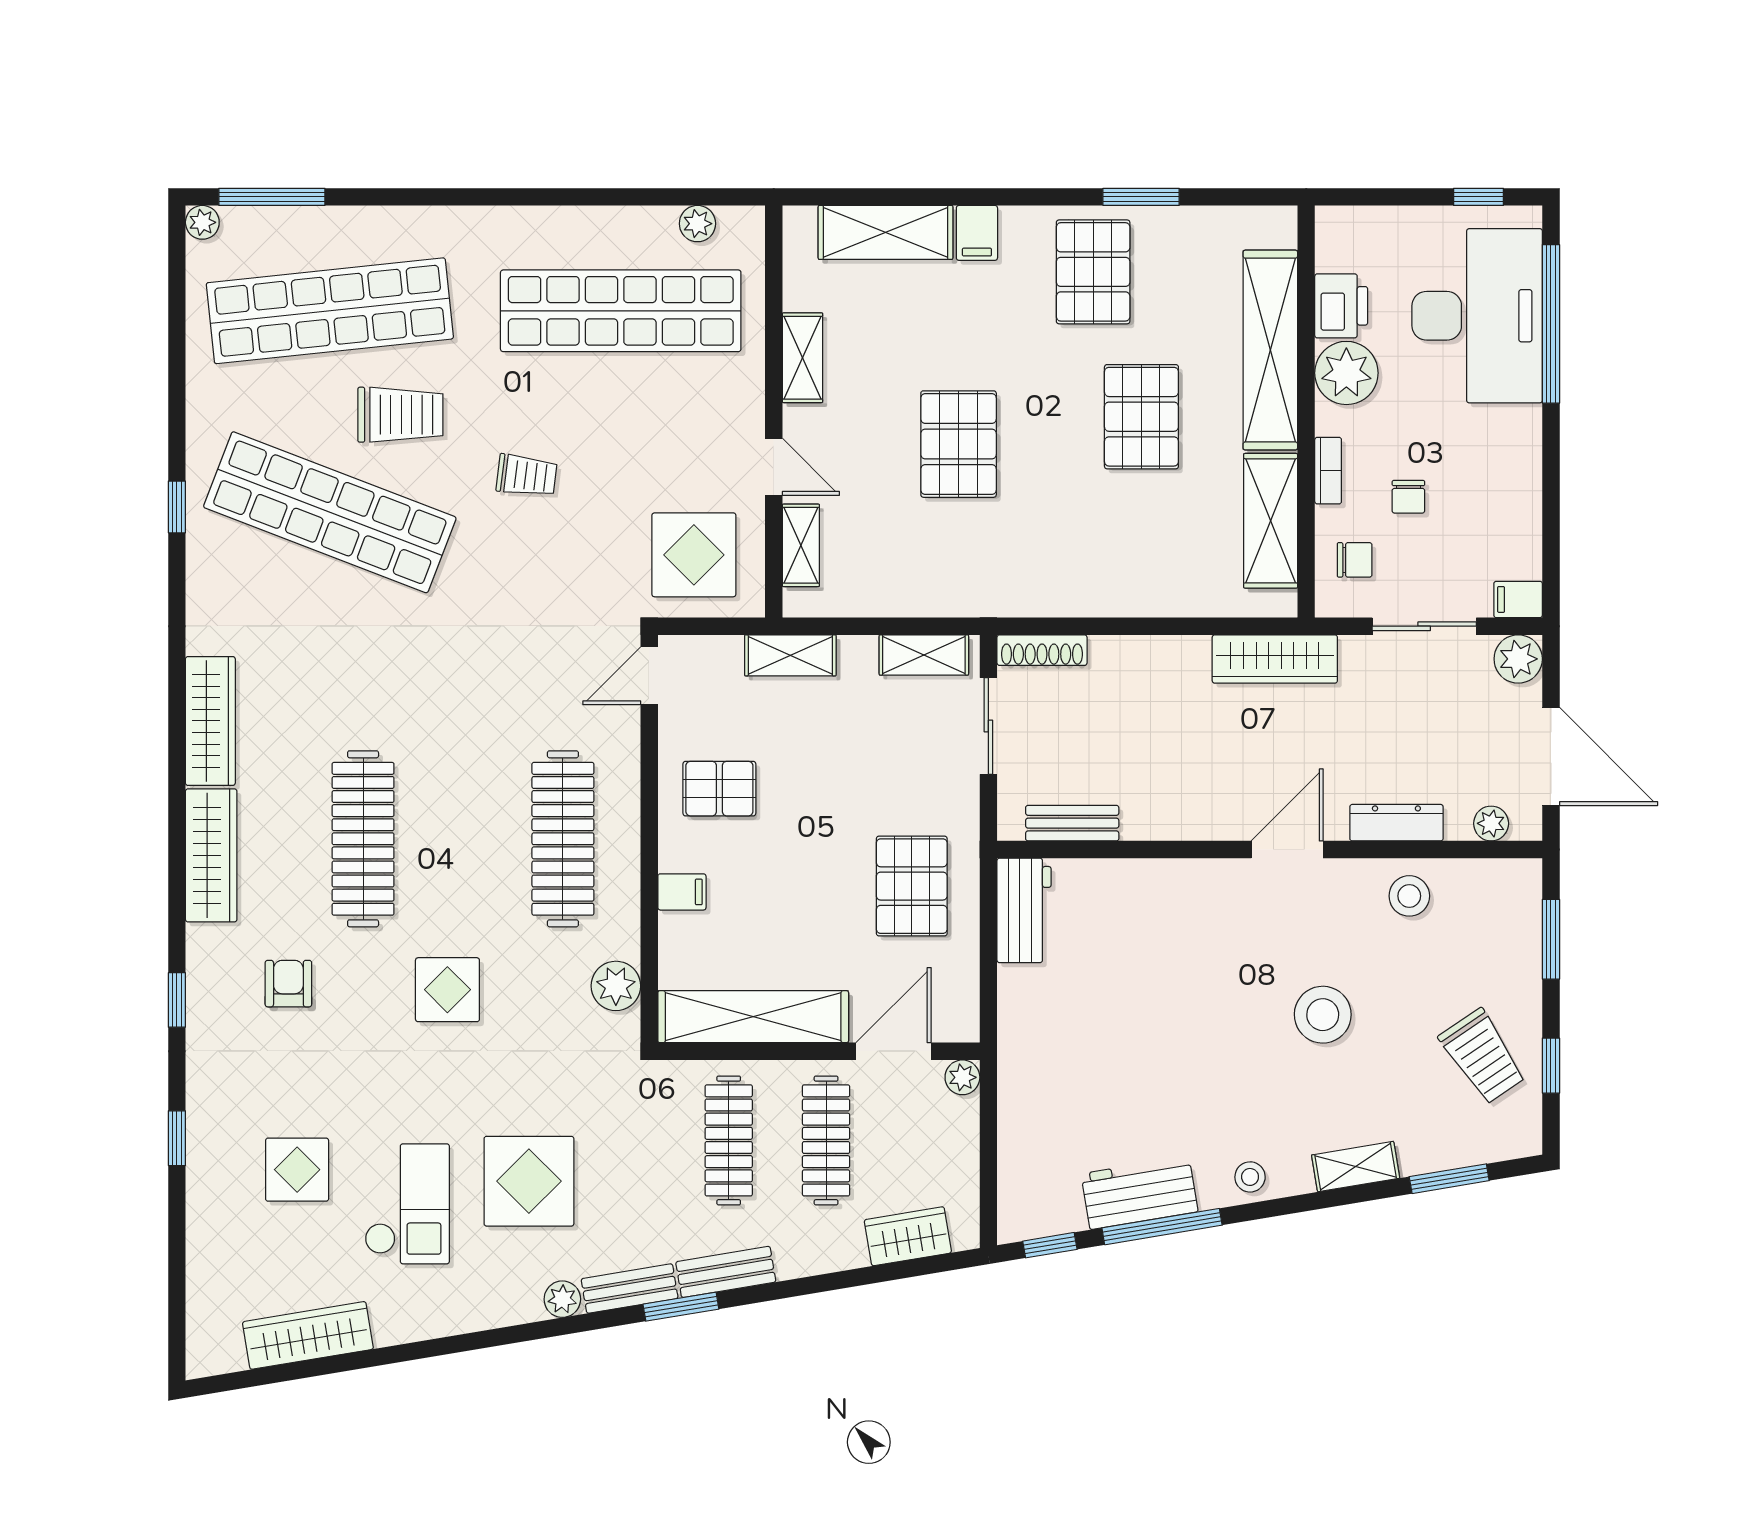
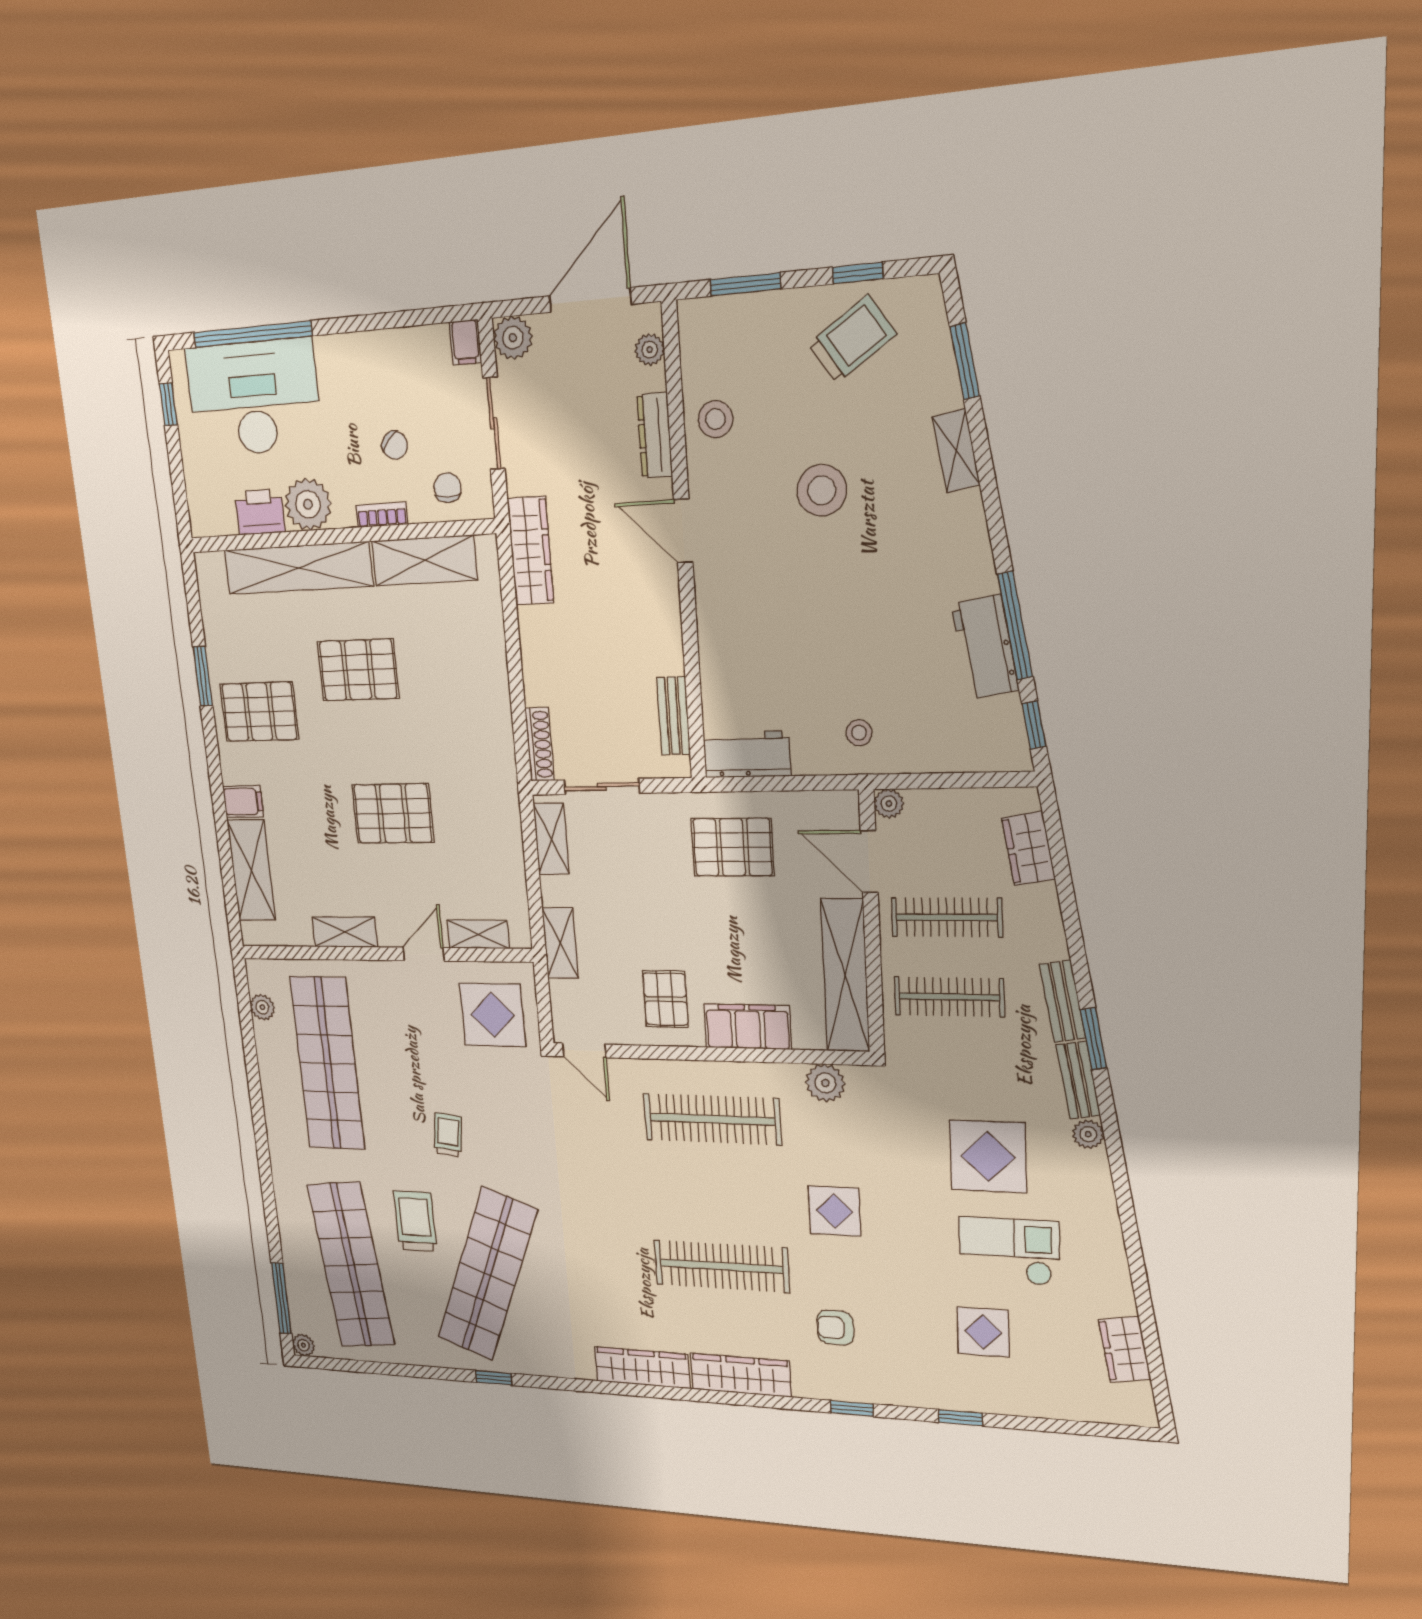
chair: (1408, 497) -> (395, 445), turned 42
filing cabinet: (682, 892) -> (748, 1027), width x3.00, depth x1.17
stool: (1250, 1177) -> (859, 733), moved
wardrobe: (308, 1335) -> (1125, 1349), width x0.67

